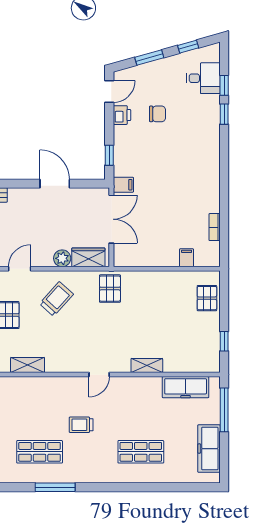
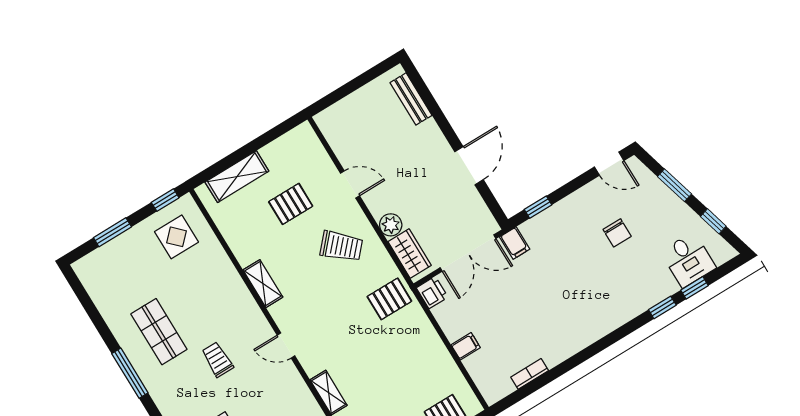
printer: (122, 115) -> (432, 293), moved, turned -90
filing cabinet: (187, 258) -> (466, 346), moved
shelving: (28, 365) -> (263, 284), moved

